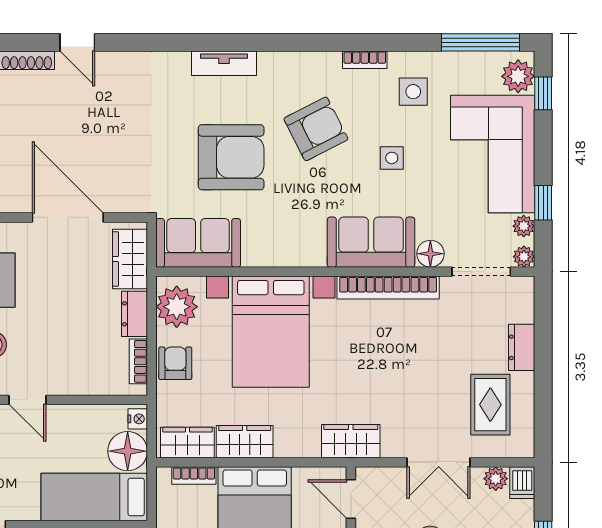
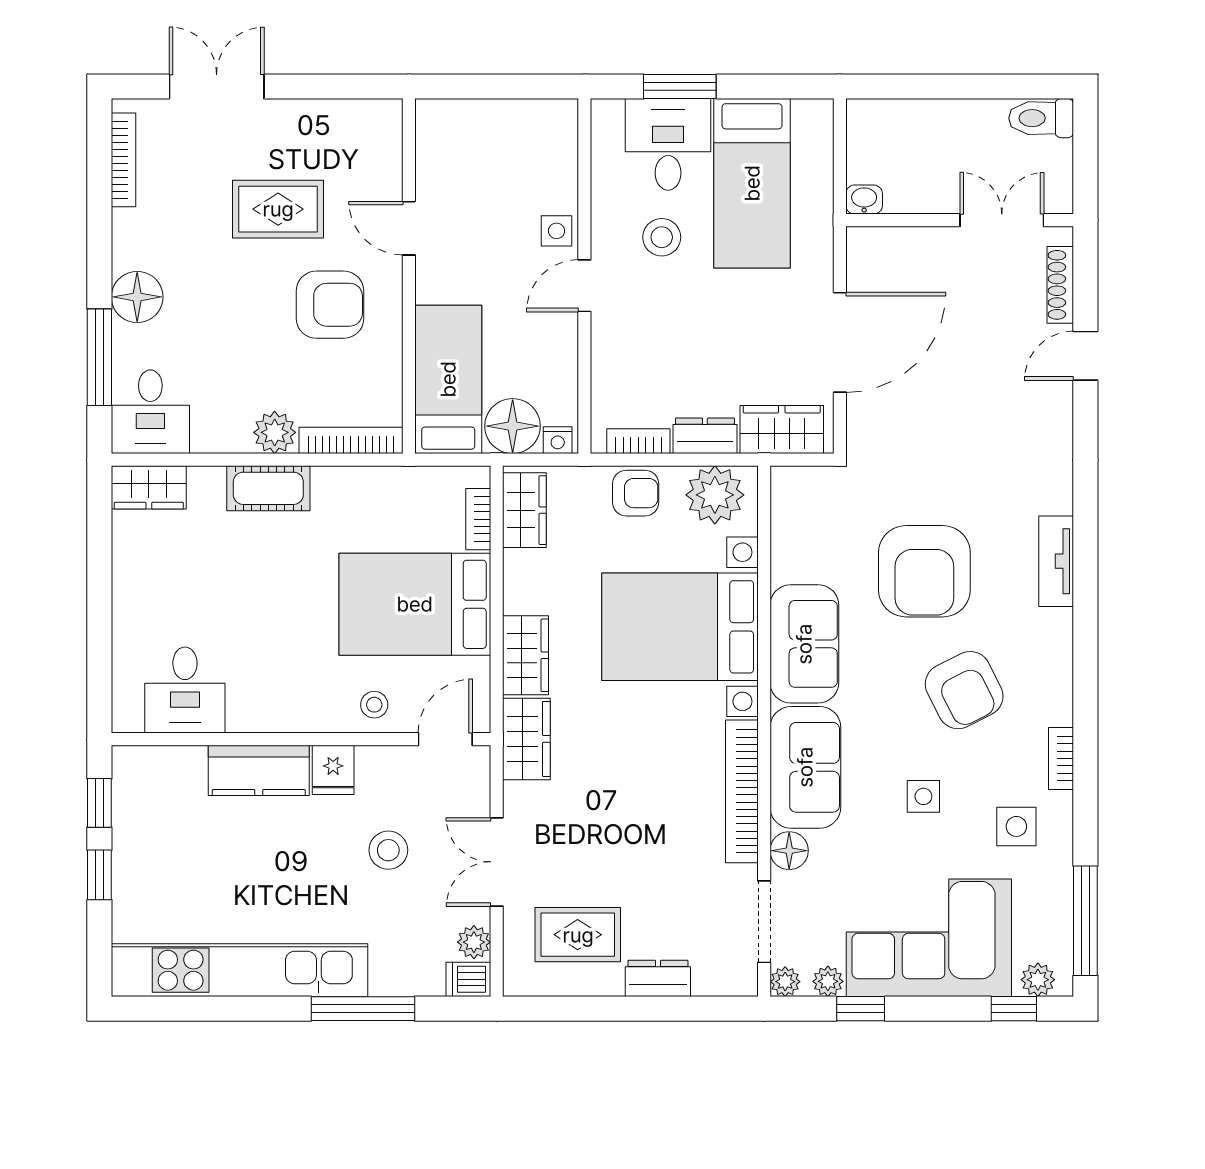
plant: (518, 76) -> (1038, 980), width x0.73, depth x0.73
sofa: (198, 243) -> (804, 644), moved
wardrobe: (245, 442) -> (526, 655), moved

